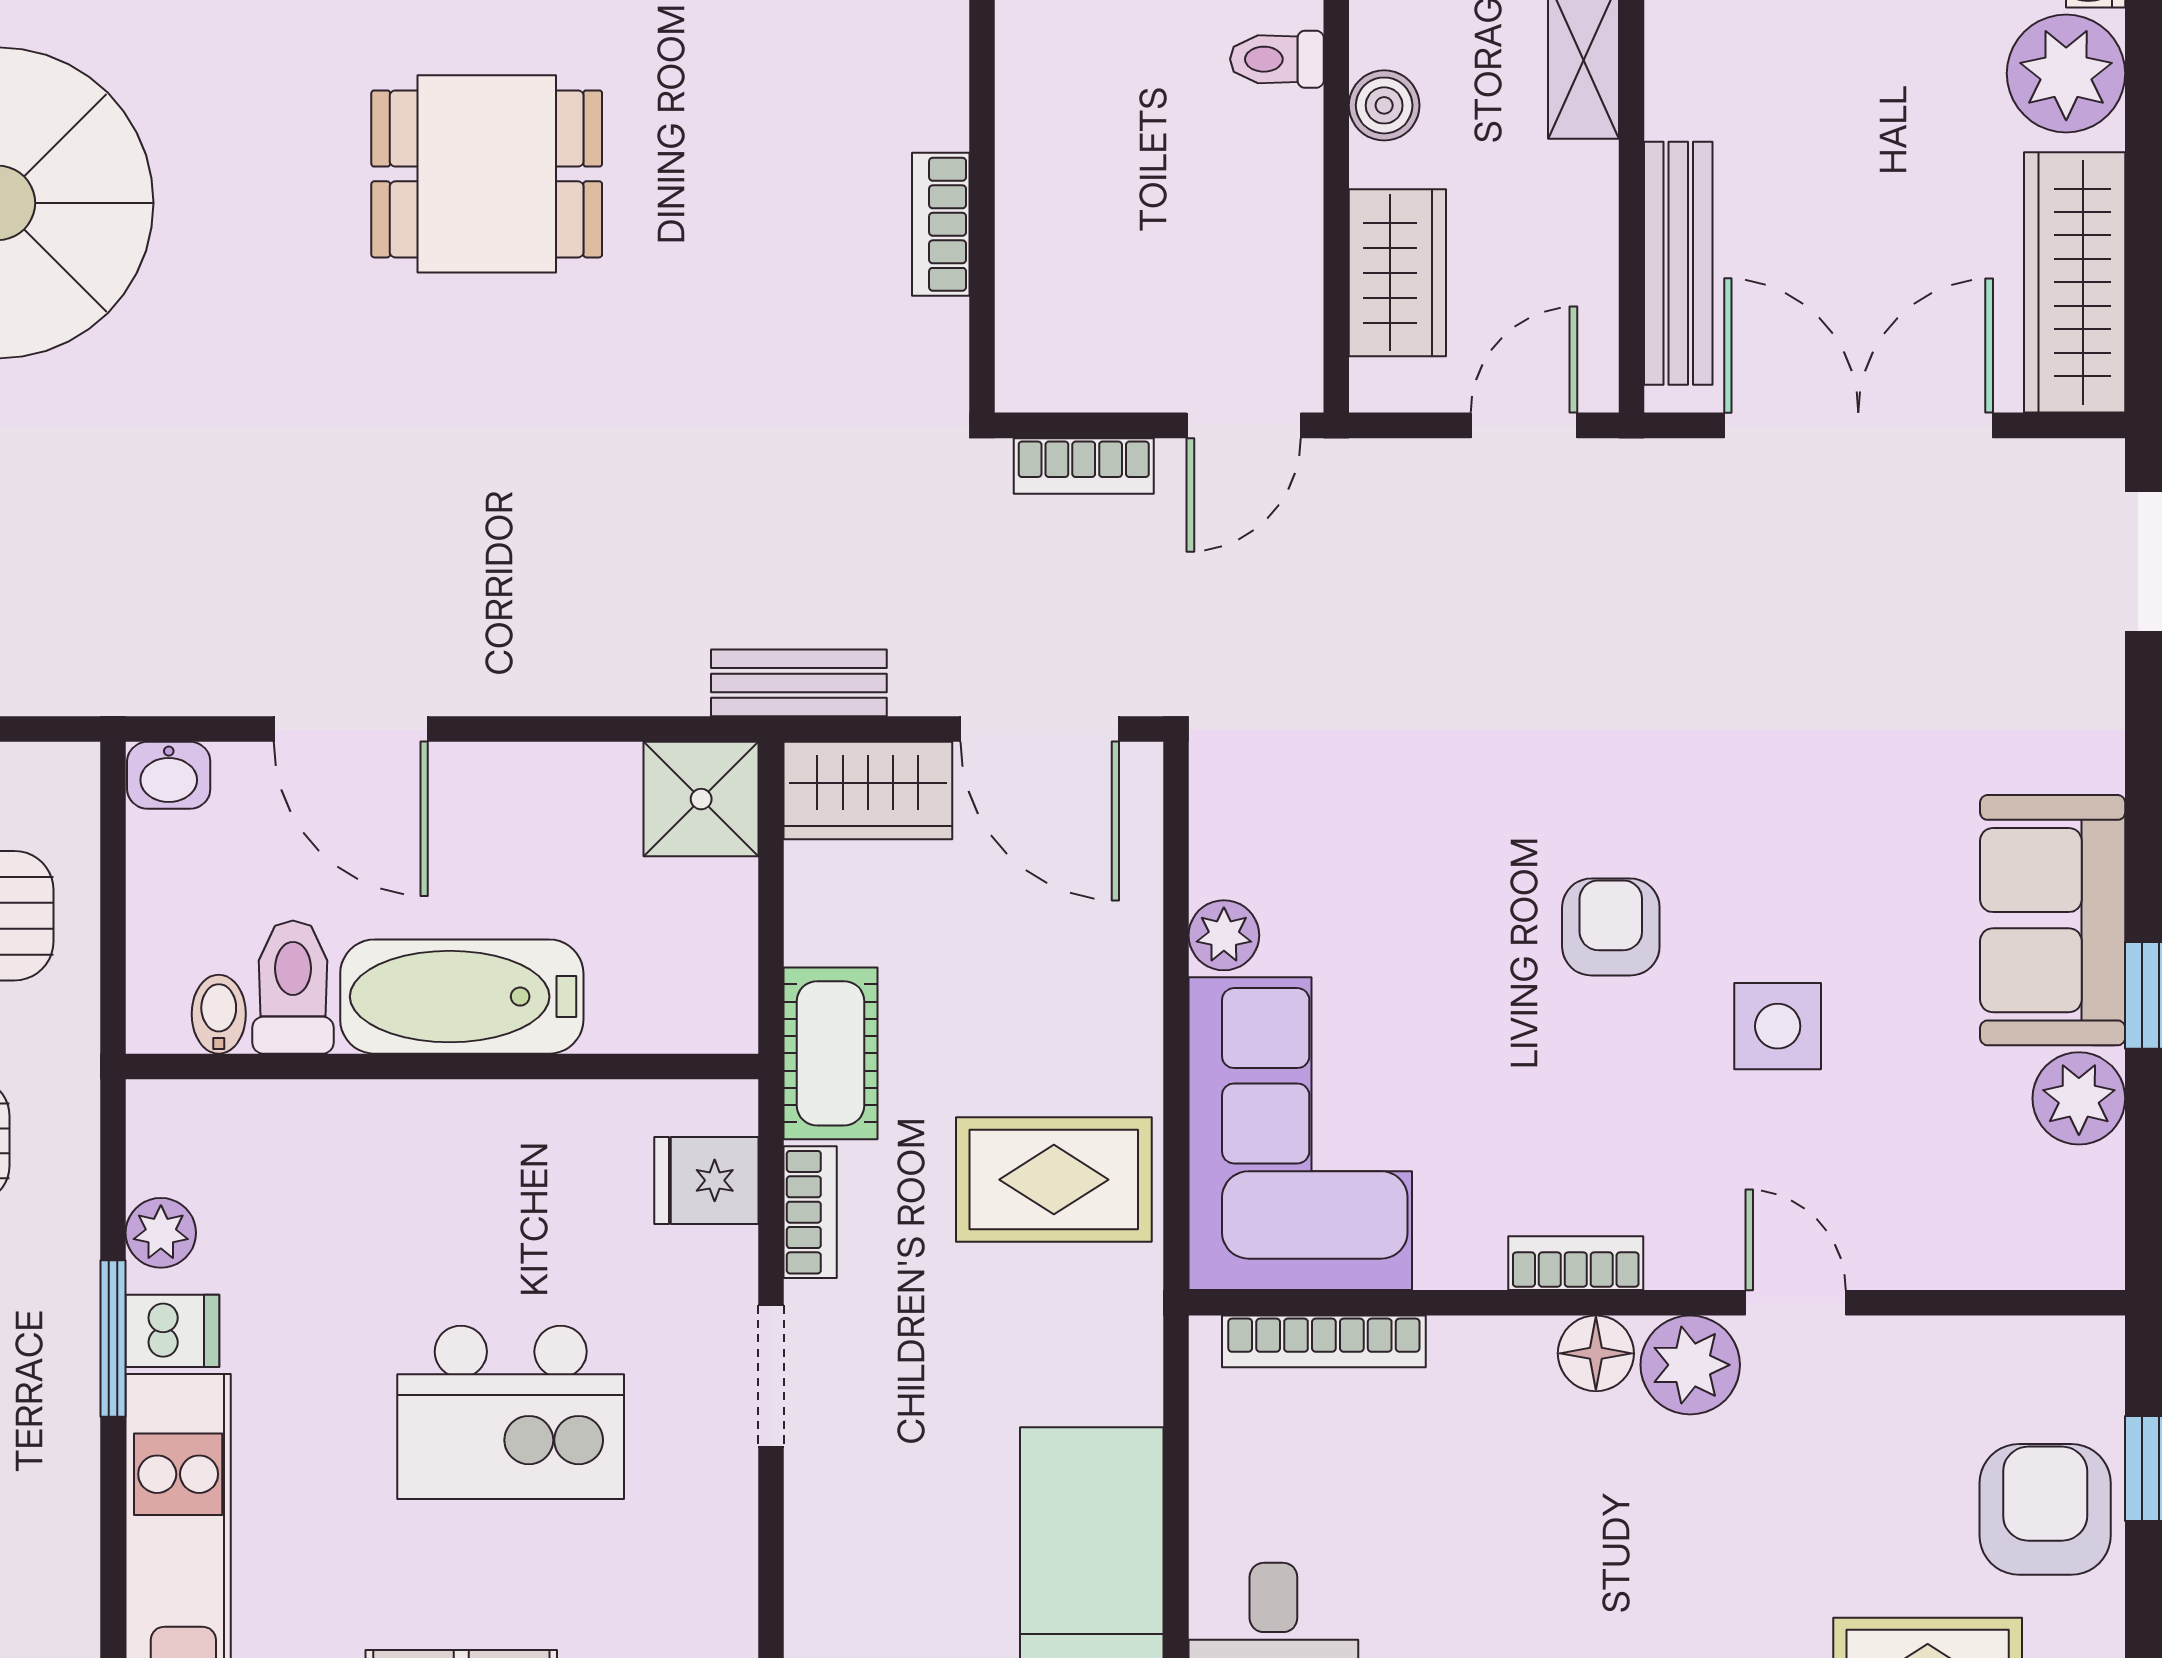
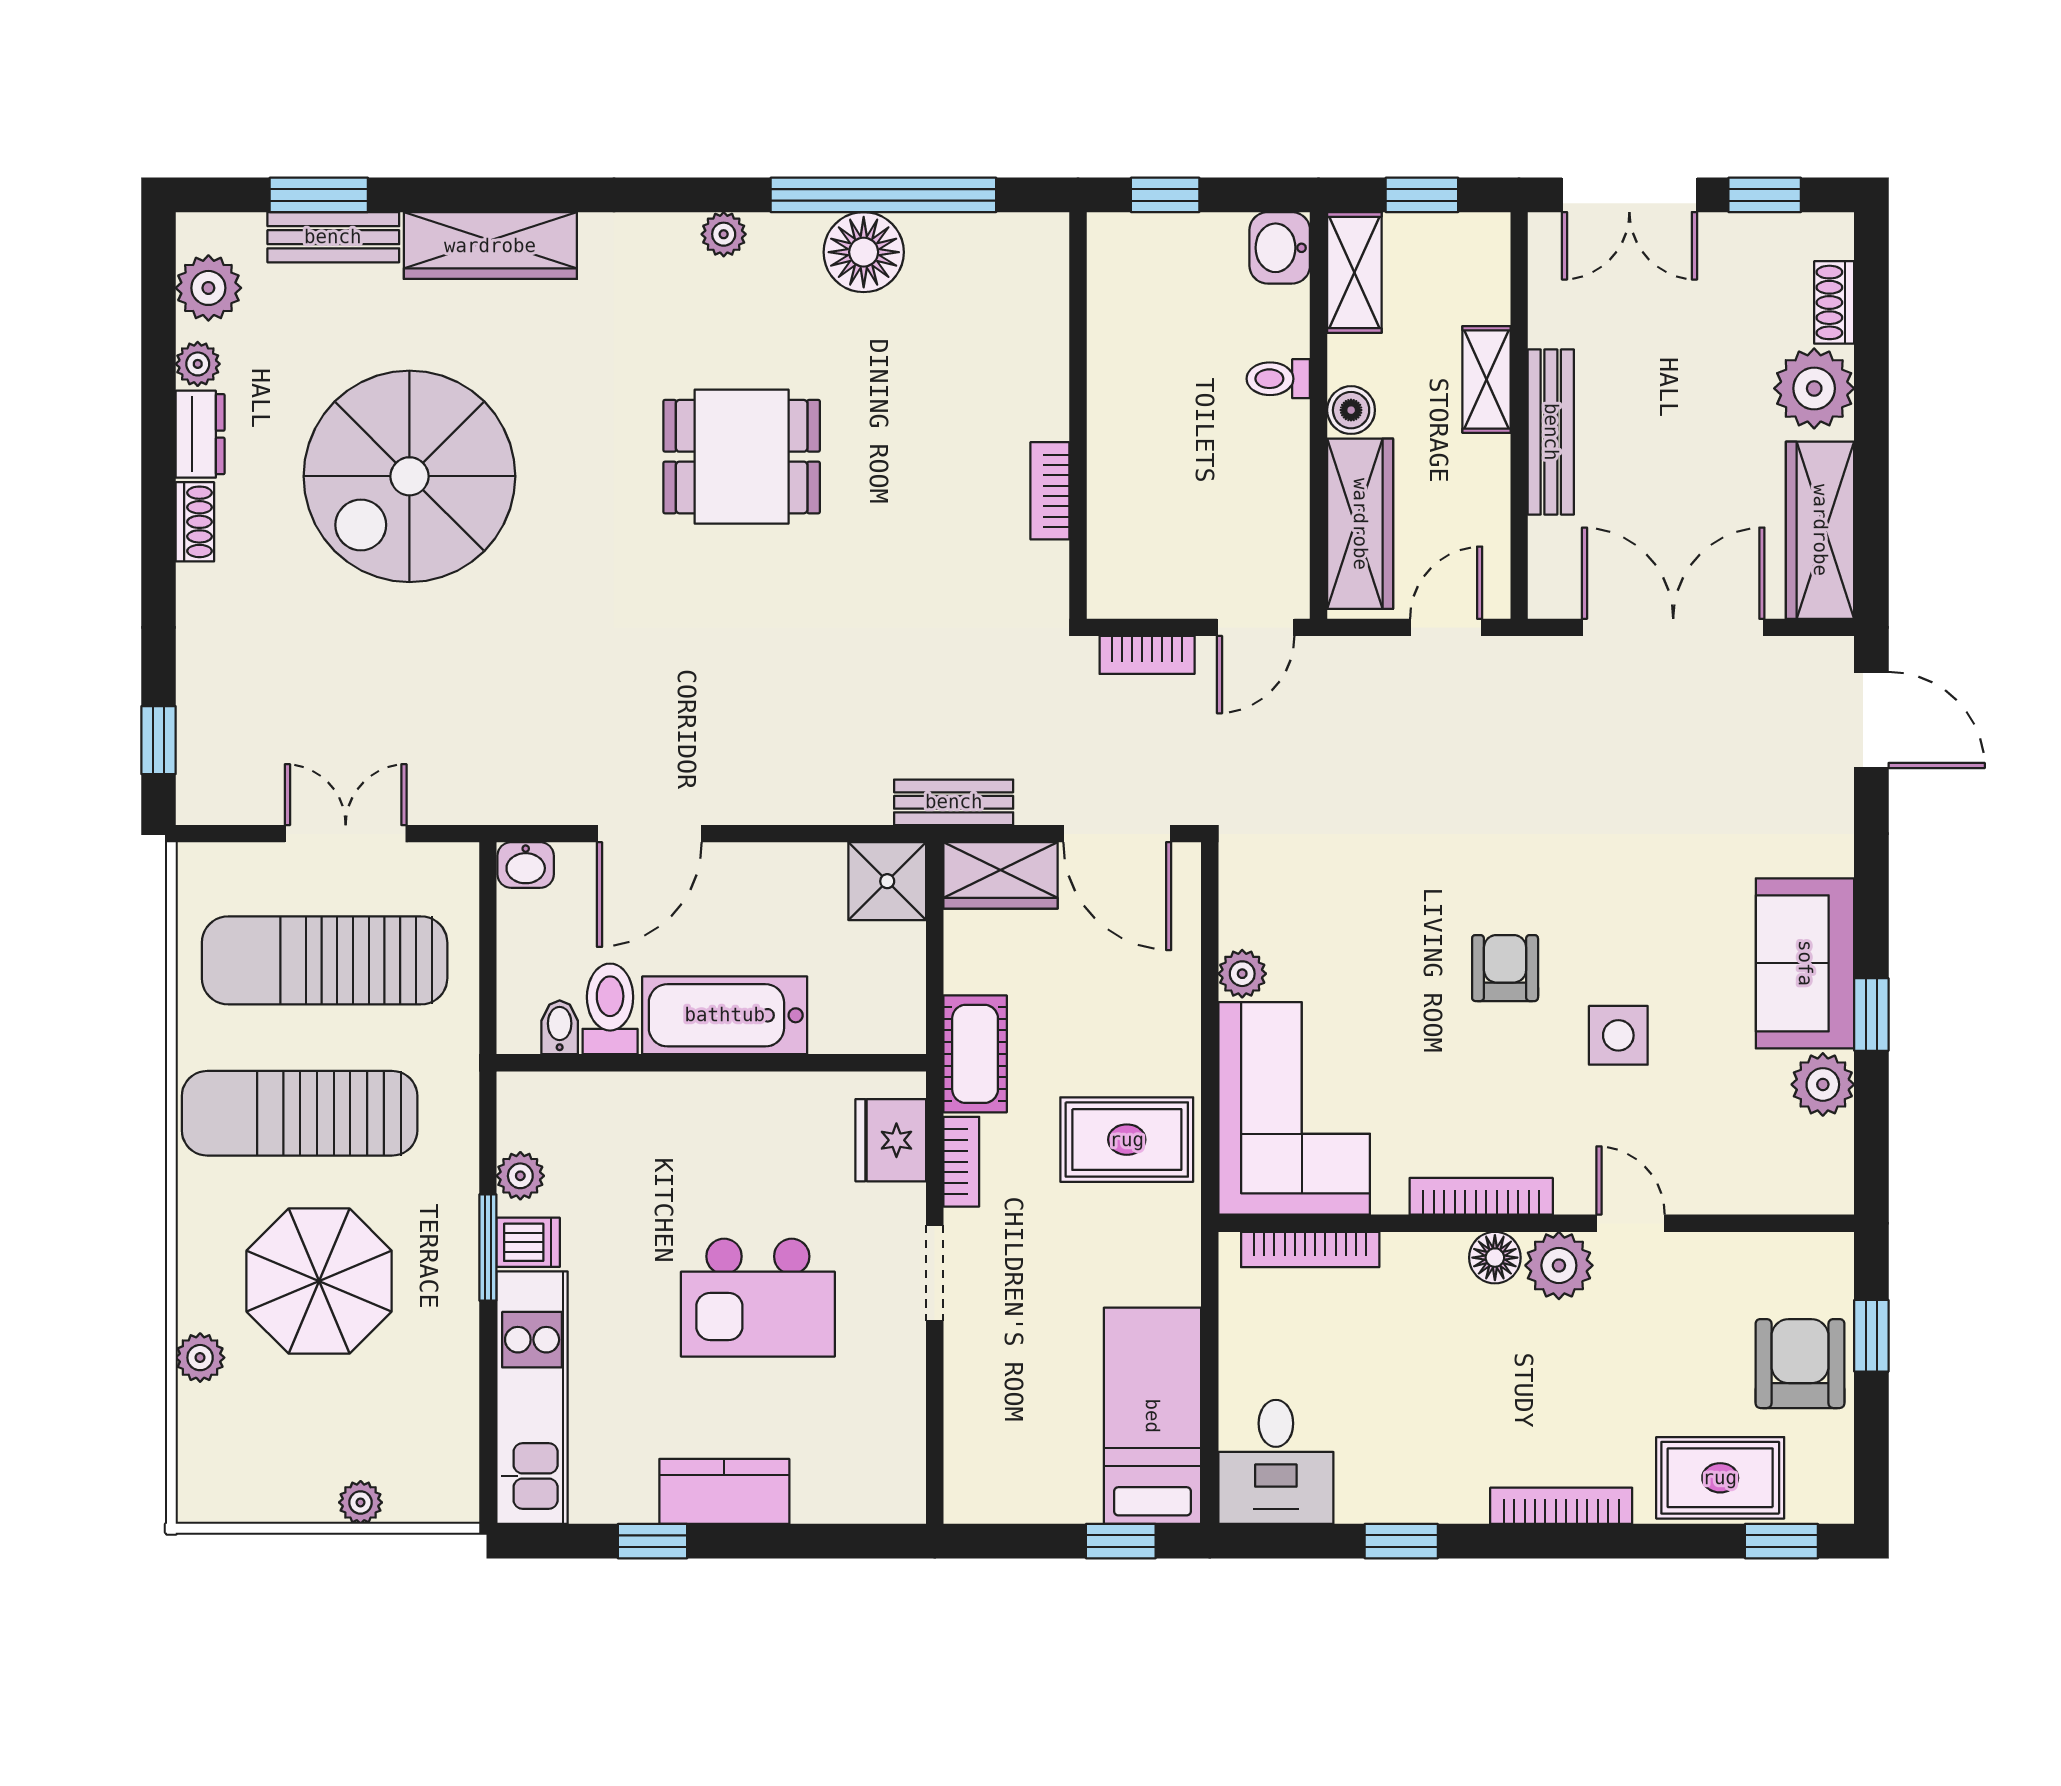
bench: (1678, 263) -> (1551, 432), moved
wardrobe: (1397, 273) -> (1360, 524), width x1.50
door: (351, 729) -> (649, 834), hinge flipped
fridge: (706, 1180) -> (891, 1140), width x1.38
bookcase: (1576, 1263) -> (1481, 1196), width x1.56

